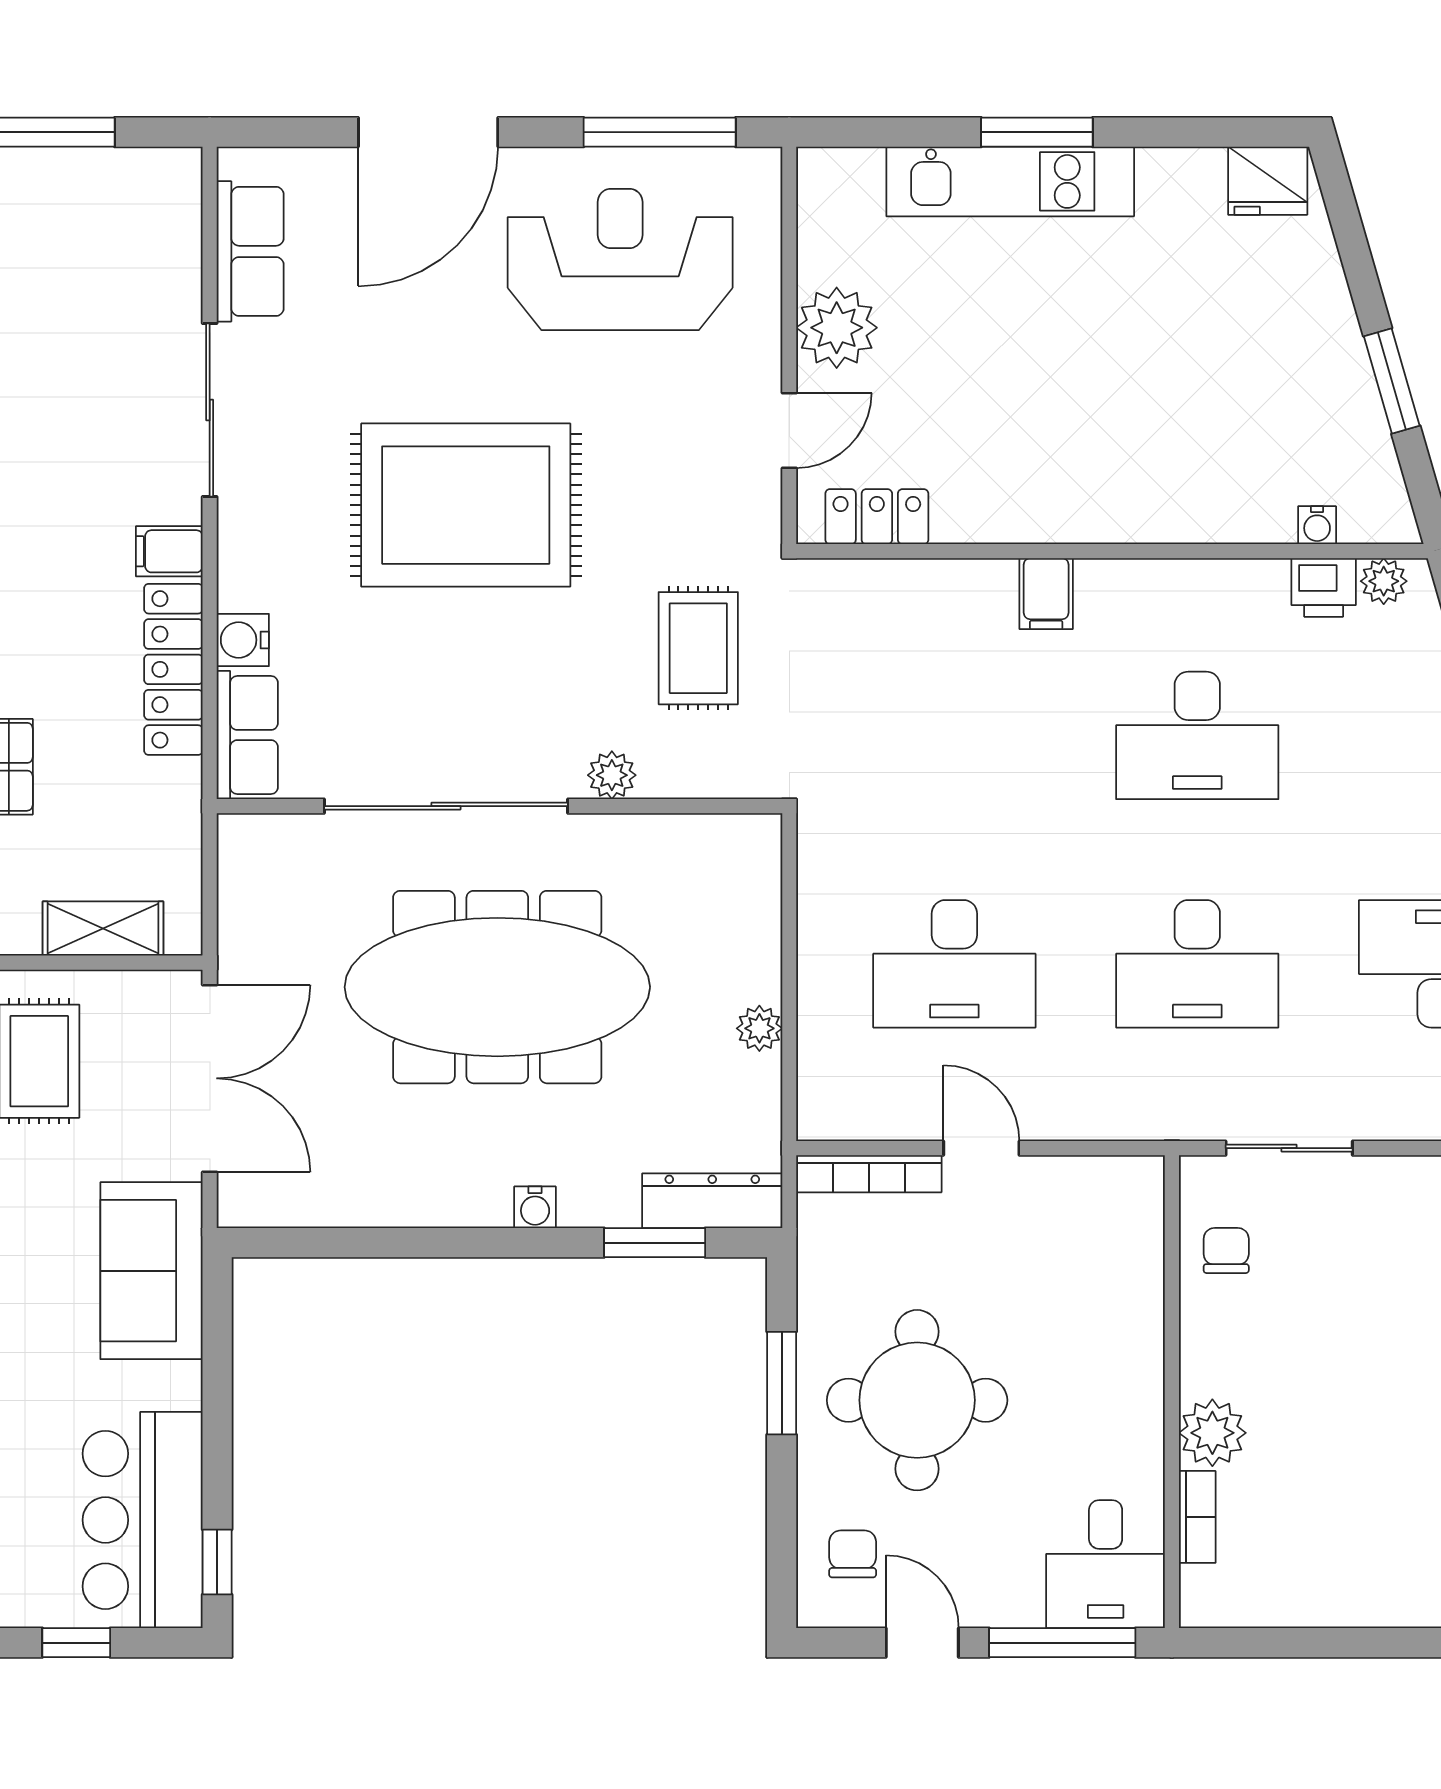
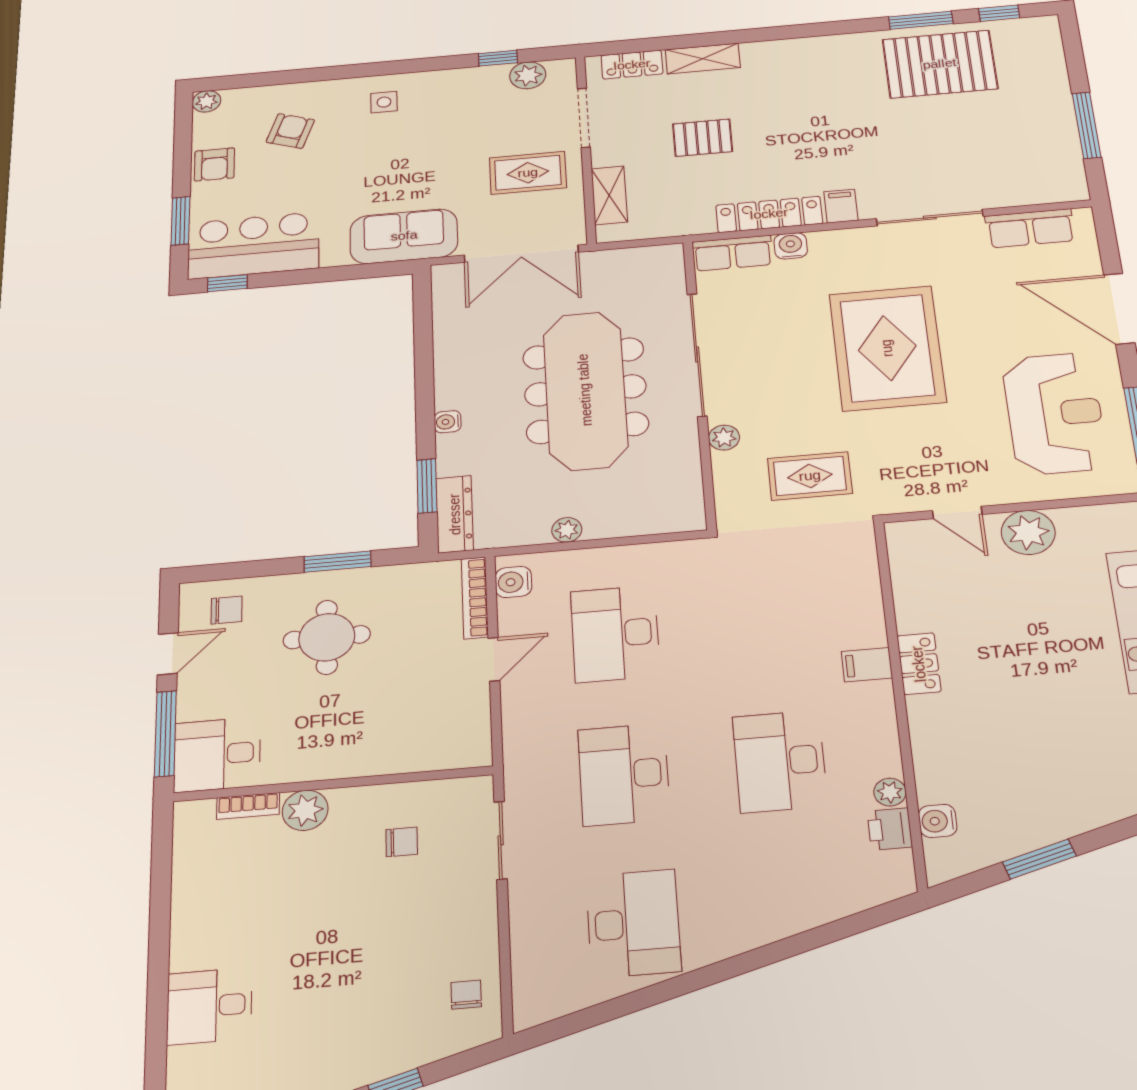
locker: (877, 517) -> (919, 664), moved
water cooler: (1317, 525) -> (938, 821), width x1.38, depth x1.38
plant: (1384, 581) -> (890, 792), moved
water cooler: (846, 1114) -> (513, 582), added
chair: (1226, 1250) -> (402, 842), moved
round table: (917, 1400) -> (327, 637), width x0.73, depth x0.73
window: (76, 1643) -> (180, 221), width x1.50

